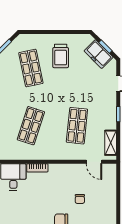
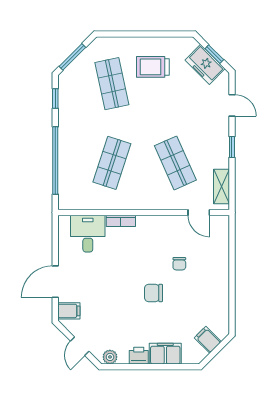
trolley: (61, 56) -> (153, 67), turned 90
shop shelf: (77, 126) -> (175, 163), turned -30

